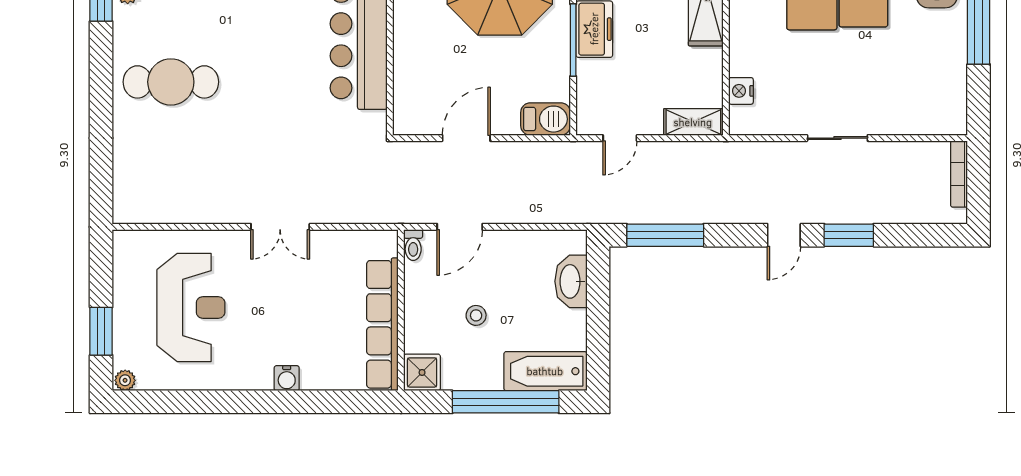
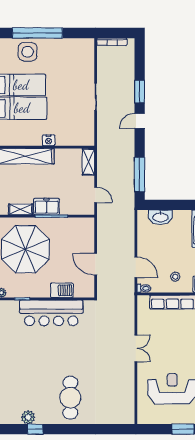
nightstand: (741, 91) -> (49, 140), moved
barbecue: (546, 119) -> (62, 290), moved, turned 90
door: (784, 235) -> (140, 121), swing flipped
stool: (476, 315) -> (175, 277), moved

